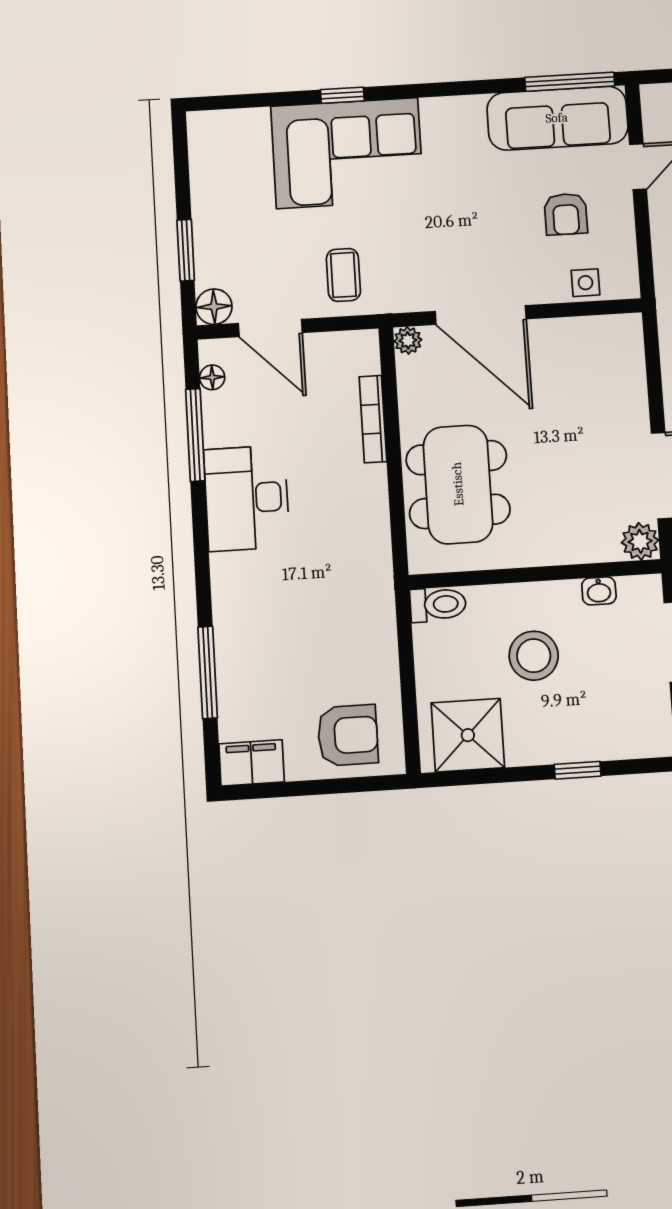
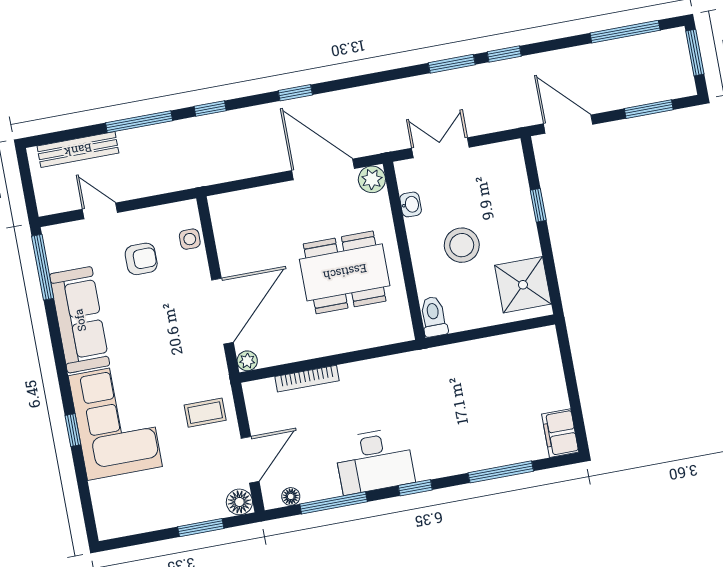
sofa: (557, 118) -> (80, 320), moved
dining table: (458, 484) -> (345, 272), moved
window: (201, 550) -> (415, 488), added
armchair: (348, 735) -> (533, 368), removed

